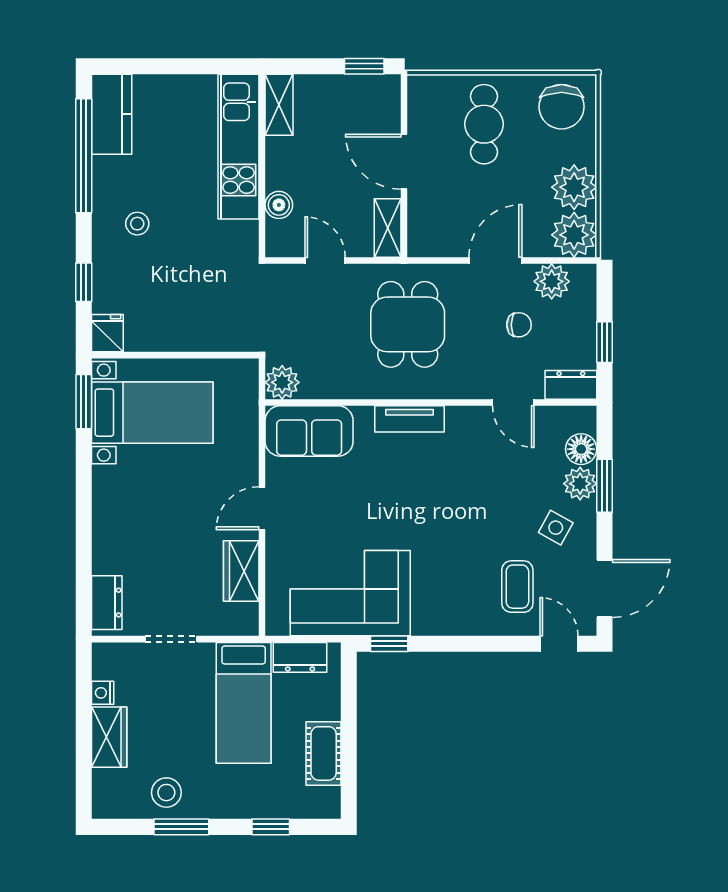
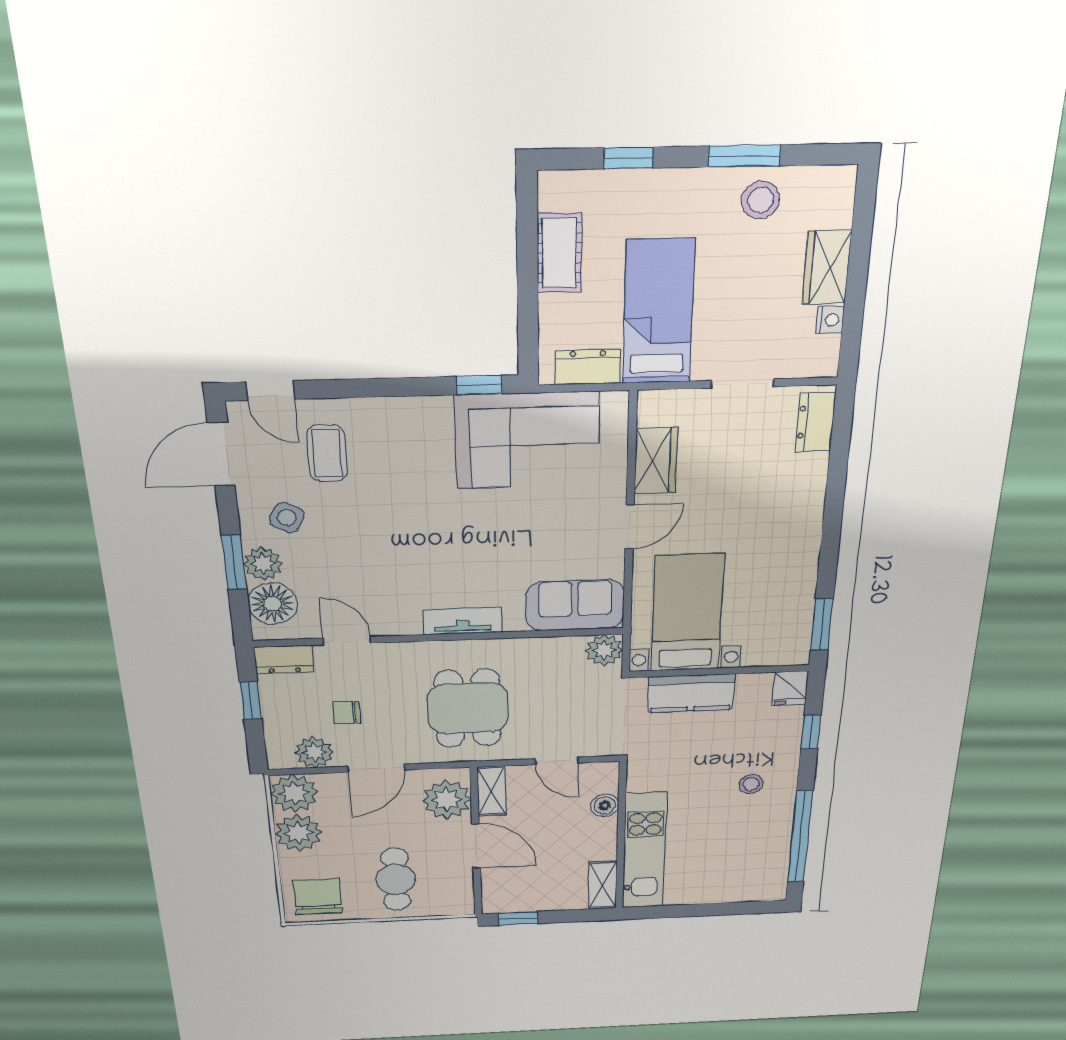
kitchen counter: (112, 114) -> (691, 693), moved, turned -90
plant: (431, 220) -> (447, 800), added
bed with nightstands: (152, 413) -> (687, 613), moved, turned 90
floor lamp: (581, 449) -> (273, 604), width x1.38, depth x1.38

